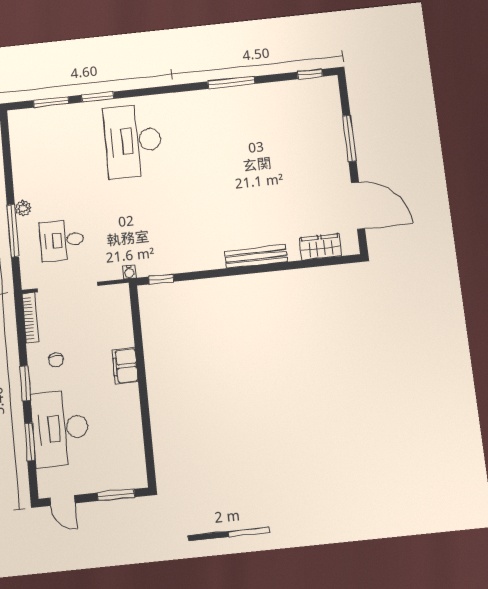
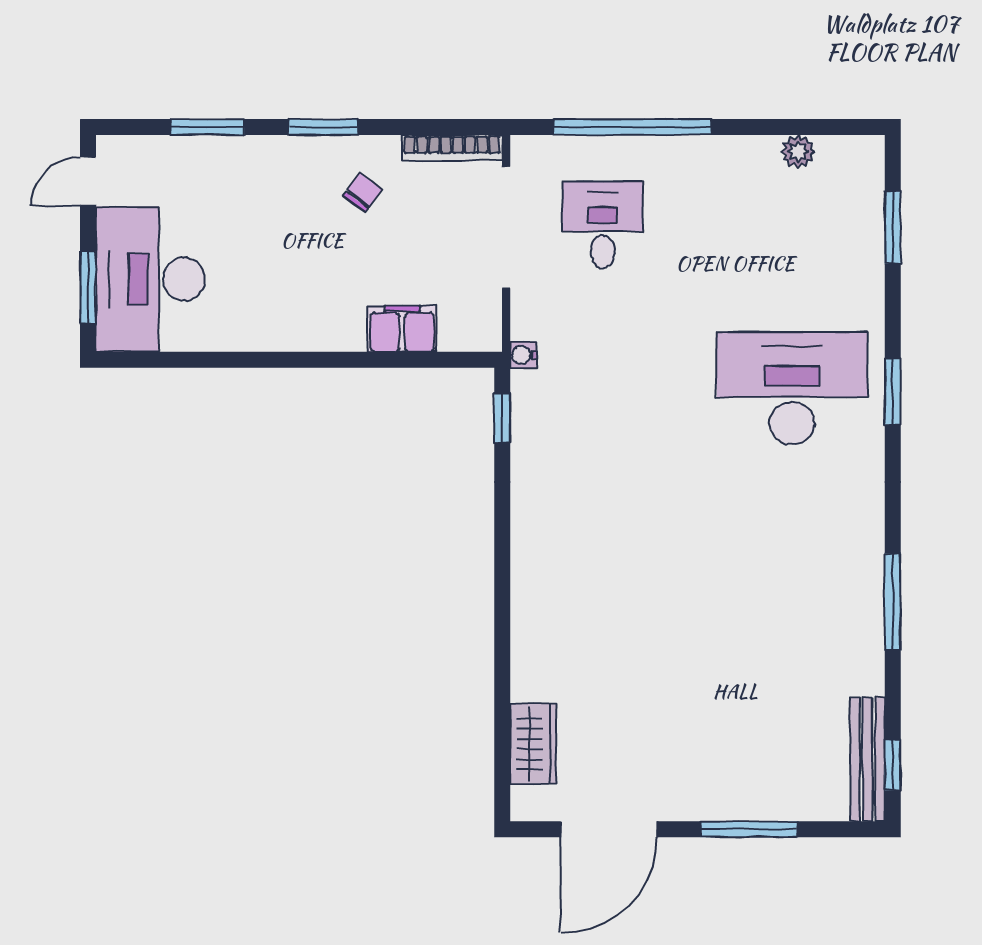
window: (98, 97) -> (893, 391), moved
plant: (23, 208) -> (798, 151), moved
window: (13, 231) -> (633, 127), width x1.46
bench: (256, 257) -> (867, 759), moved
chair: (56, 360) -> (363, 192), turned 127
filing cabinet: (125, 366) -> (402, 329), moved
desk: (60, 428) -> (150, 279), moved, turned -90

